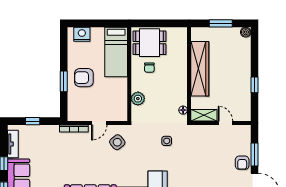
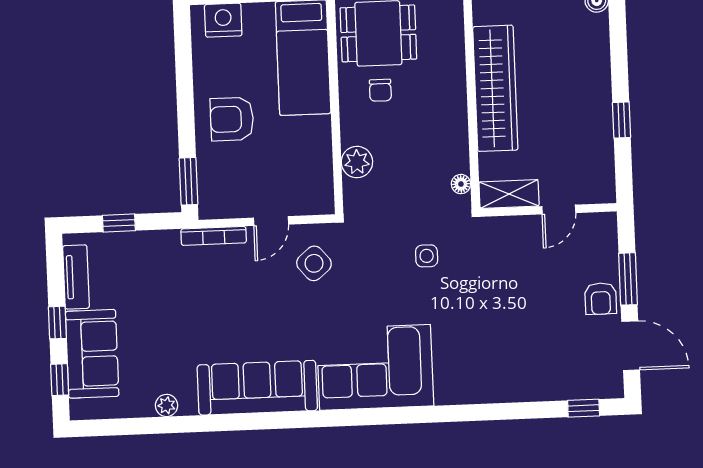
window: (64, 81) -> (188, 181), moved
door: (225, 123) -> (559, 210), swing flipped

